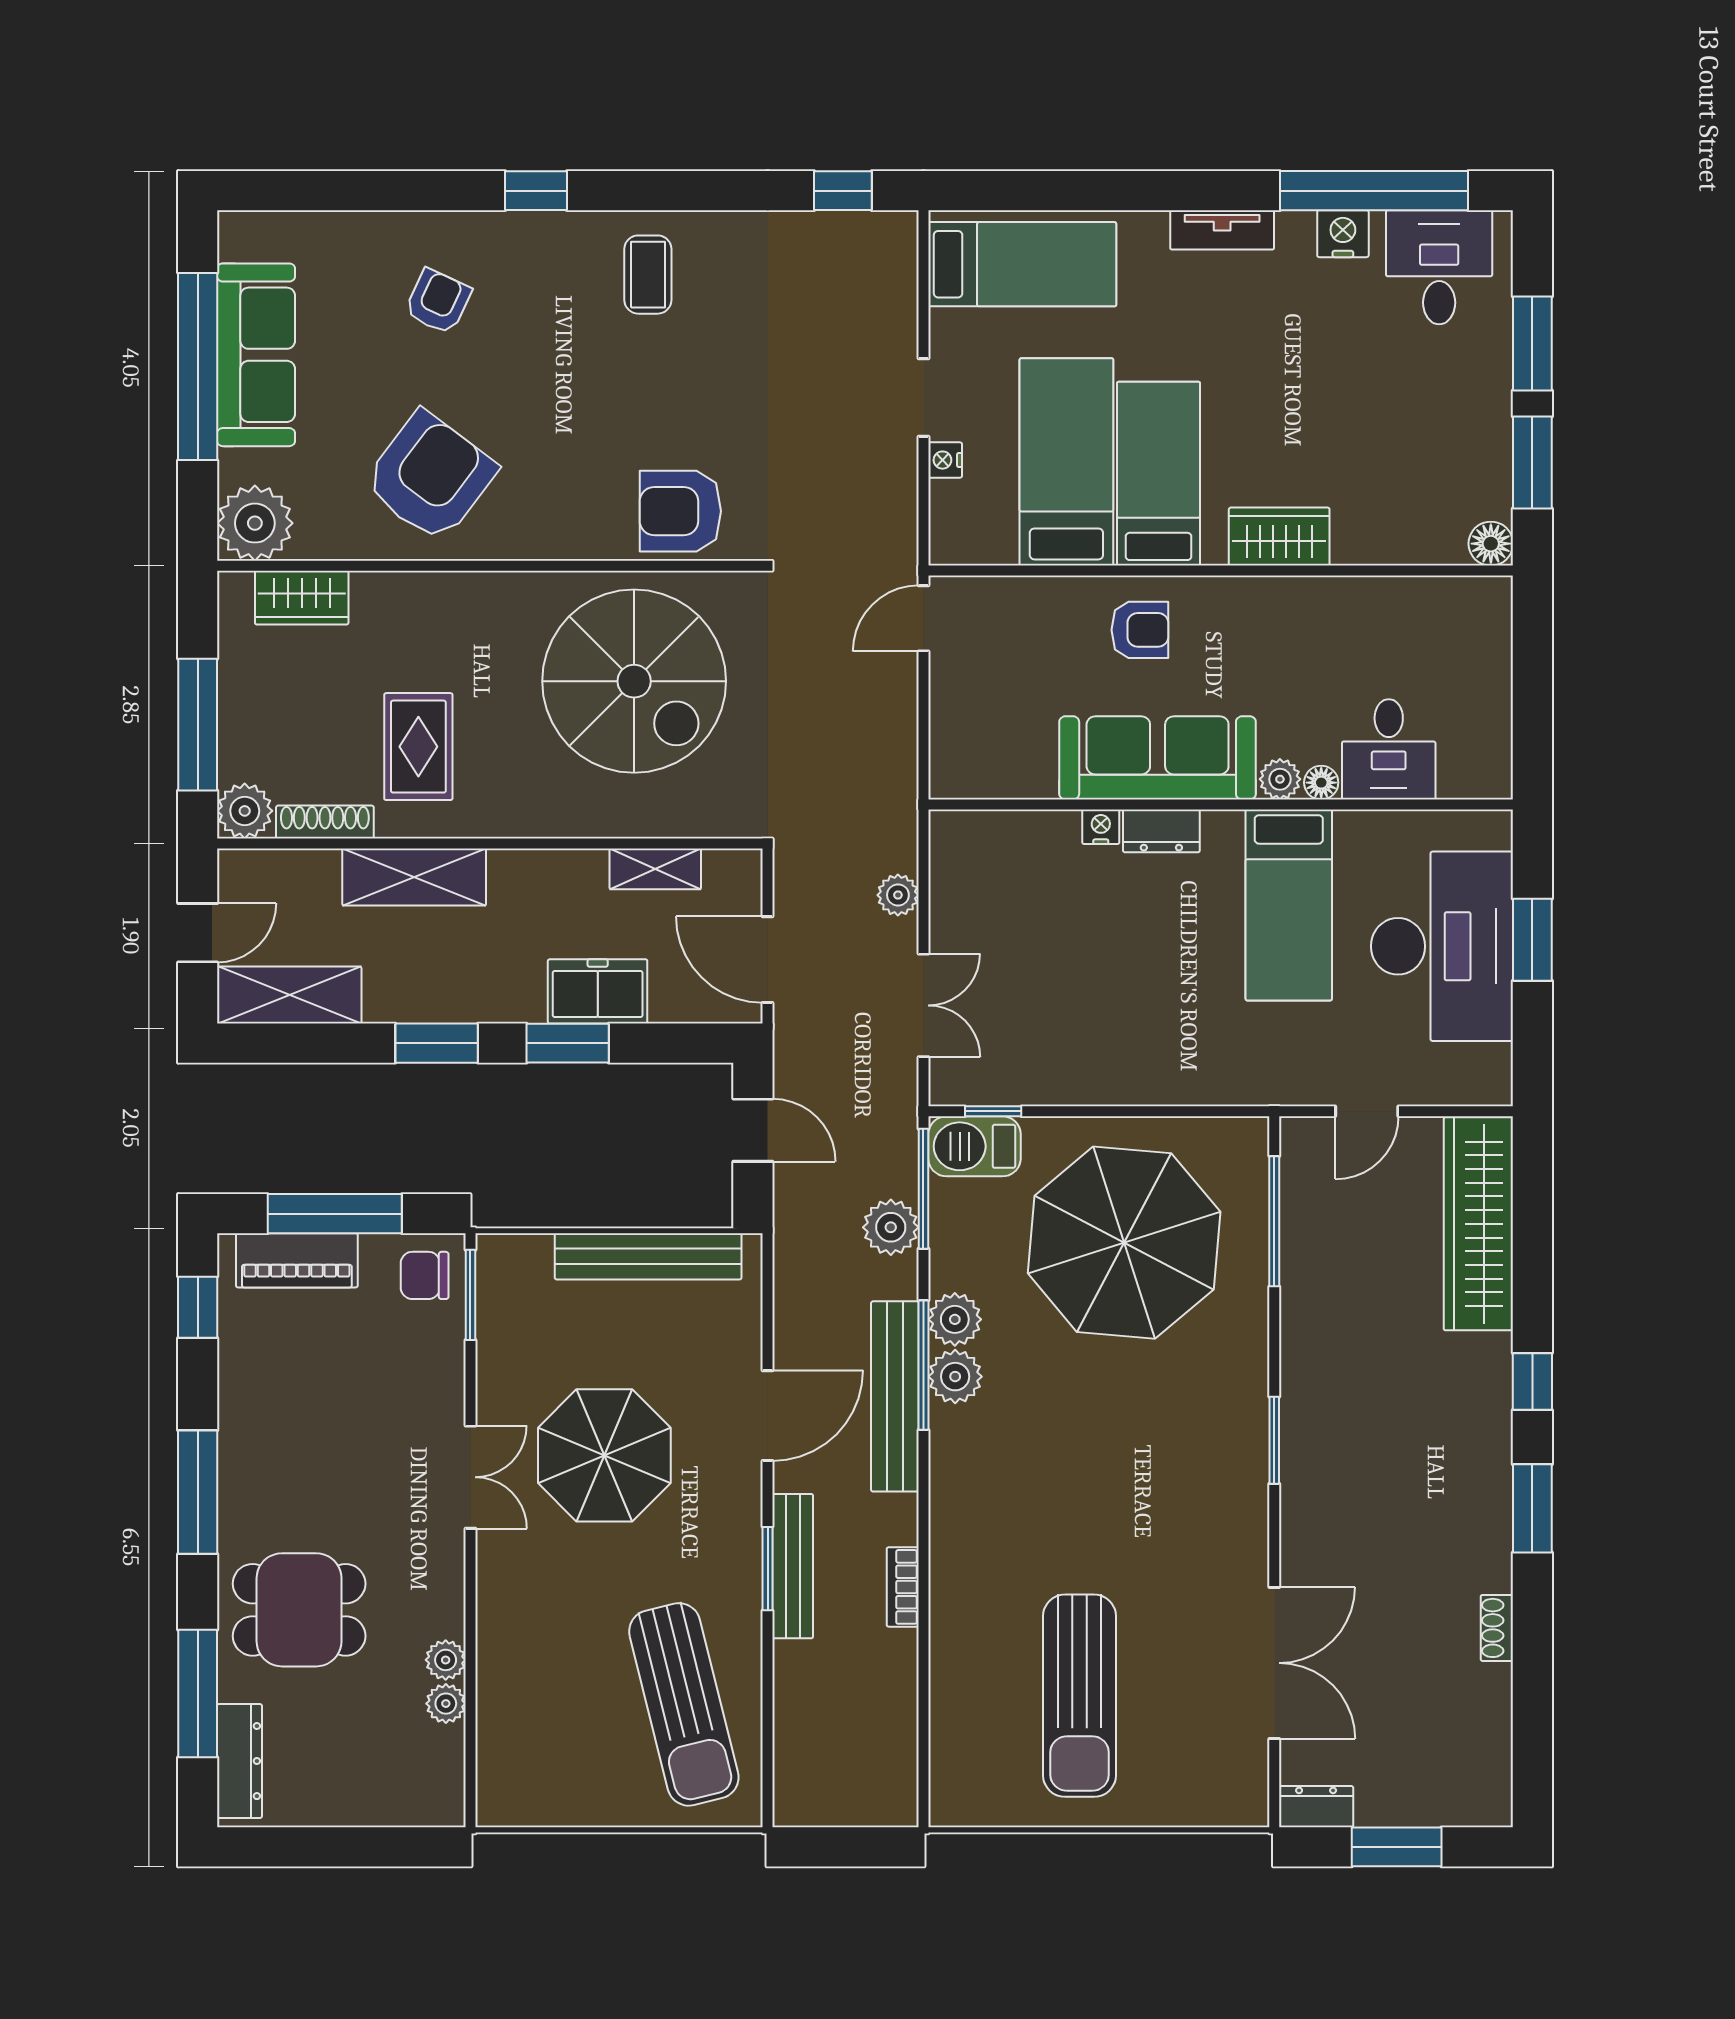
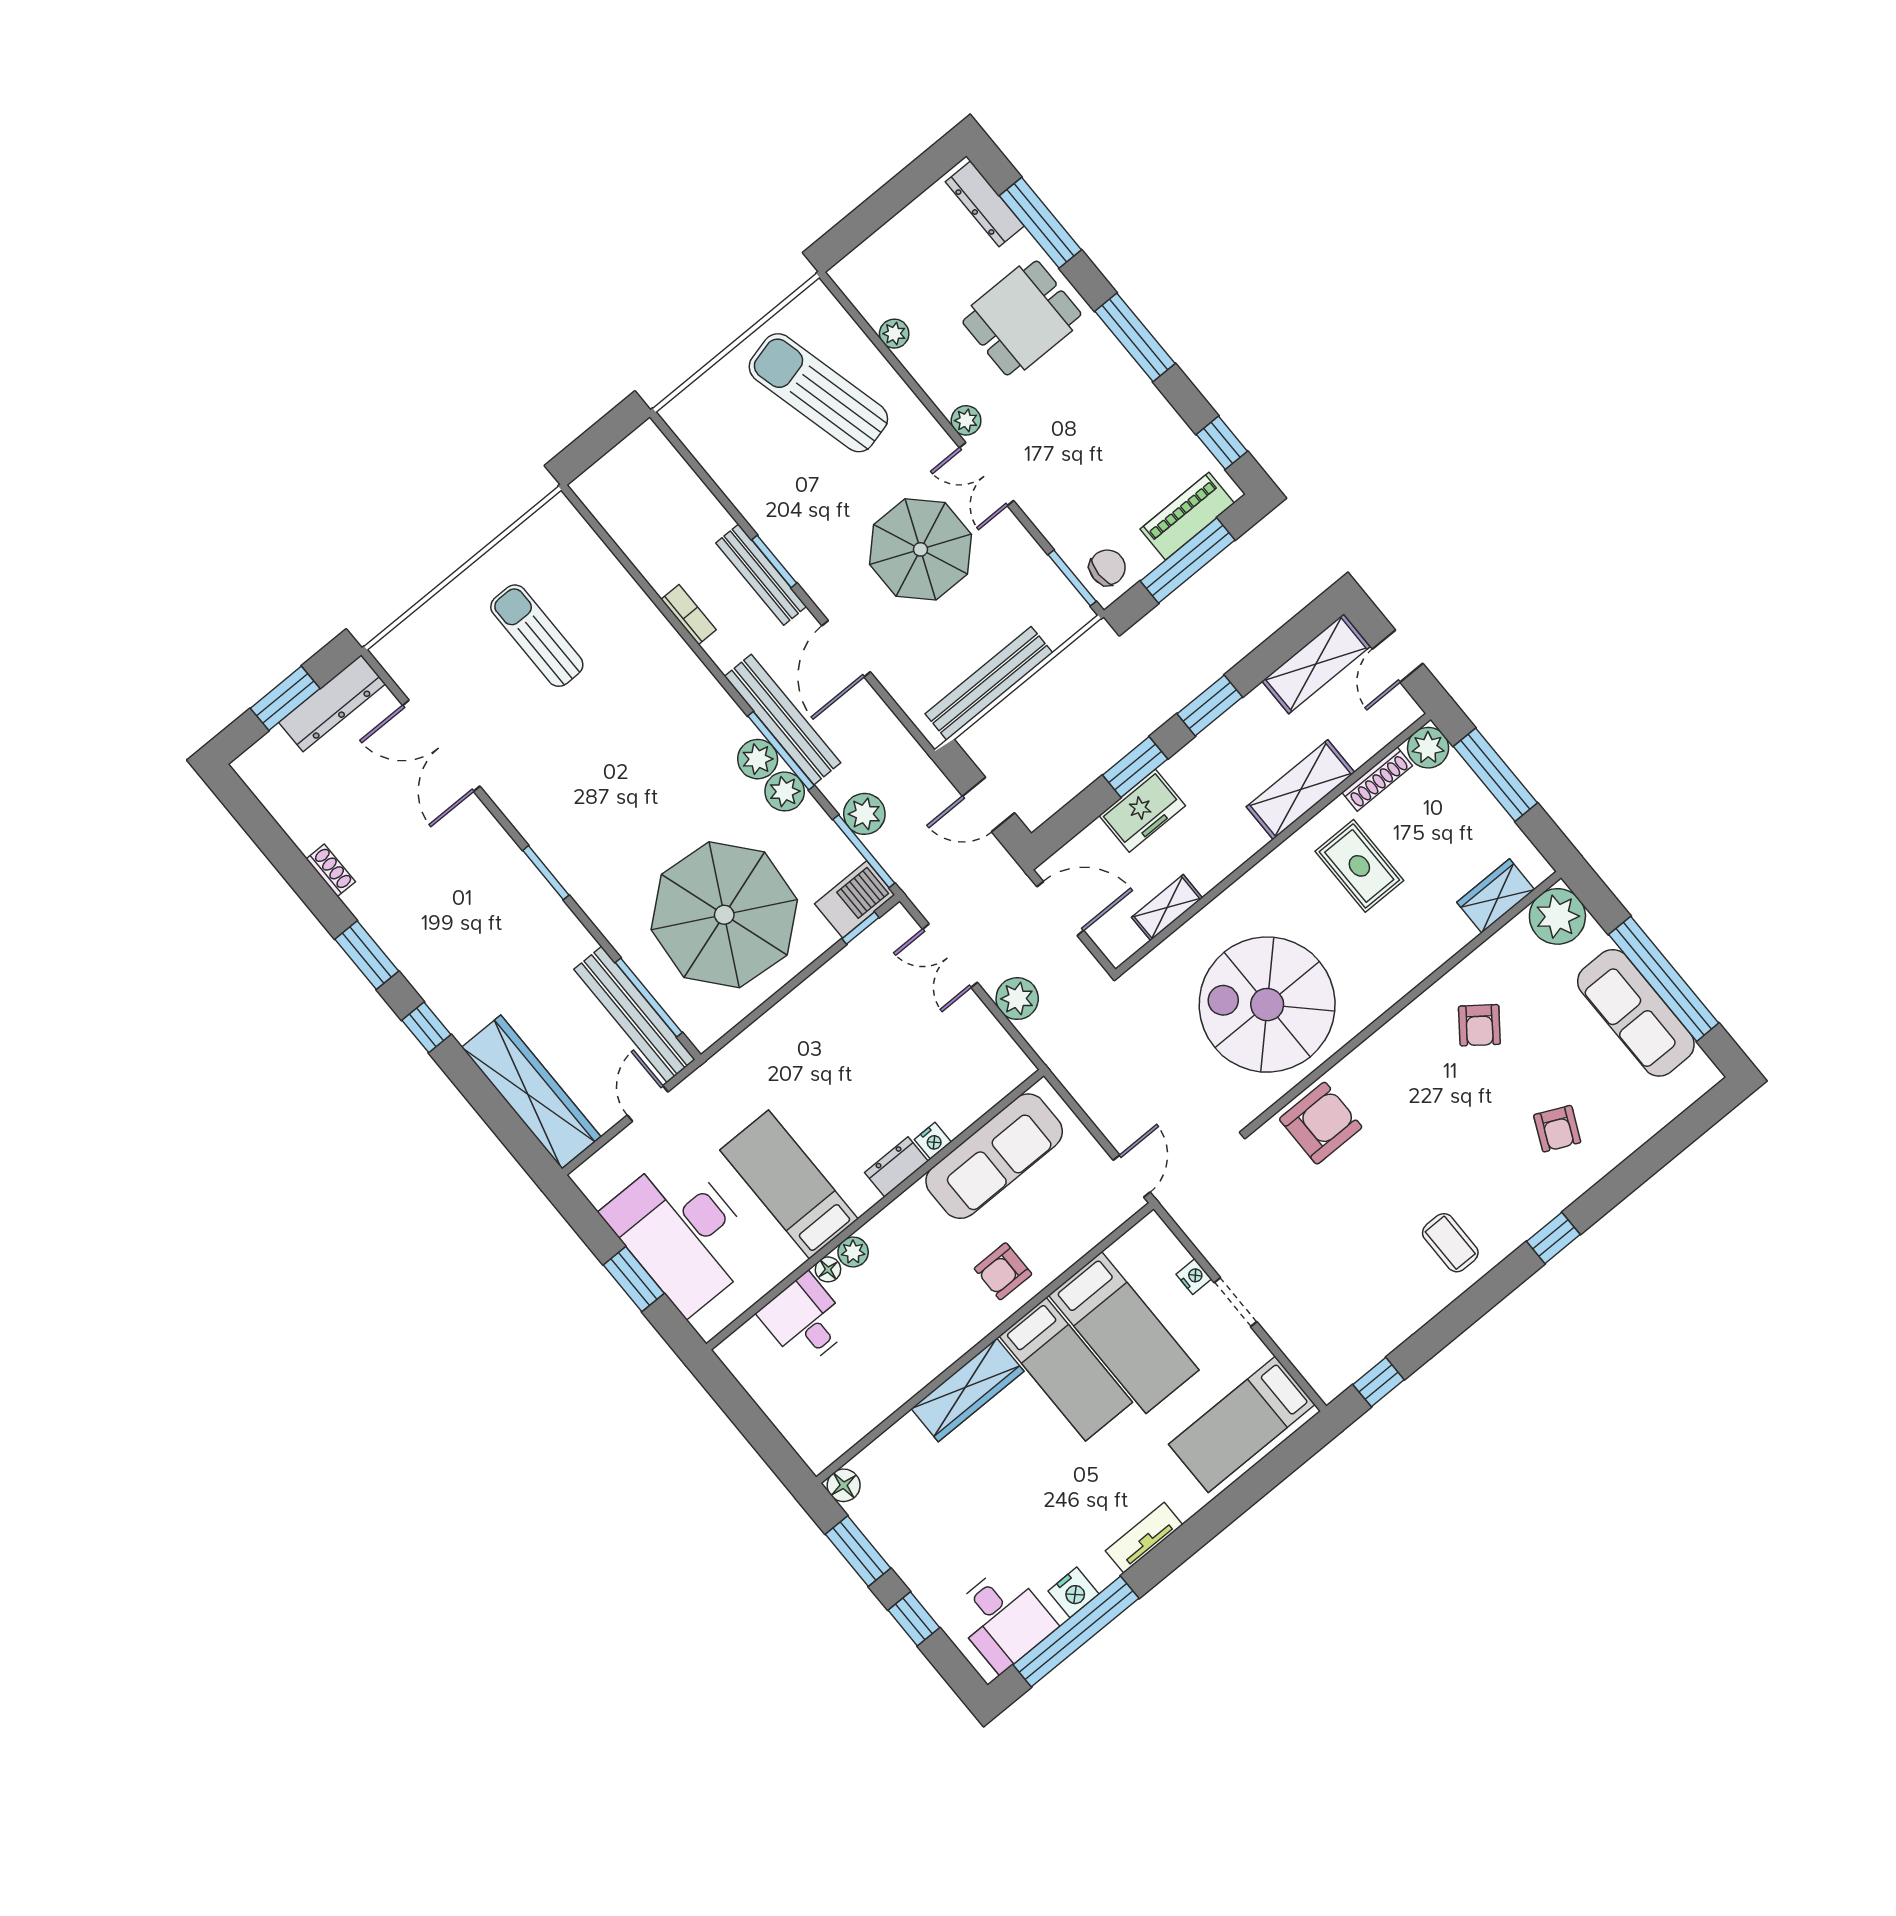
window: (1532, 344) -> (914, 1619), width x0.67
armchair: (430, 477) -> (1479, 1025), width x0.53, depth x0.53
wardrobe: (1279, 537) -> (967, 1390), width x1.50
sofa: (1158, 758) -> (994, 1156), moved
plant: (898, 895) -> (1017, 999), width x1.38, depth x1.38
bench: (1304, 1216) -> (634, 1015), added
plant: (446, 1660) -> (966, 420), moved
sun lounger: (1080, 1696) -> (537, 636), width x0.73, depth x0.75
sun lounger: (684, 1704) -> (818, 393), moved
dresser: (1316, 1807) -> (332, 703), width x1.96, depth x1.24

